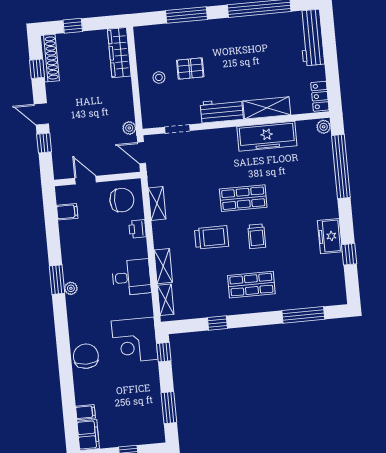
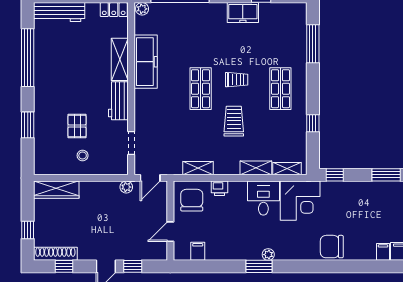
window: (186, 15) -> (28, 125), width x0.69
corner desk: (134, 340) -> (300, 201), moved

